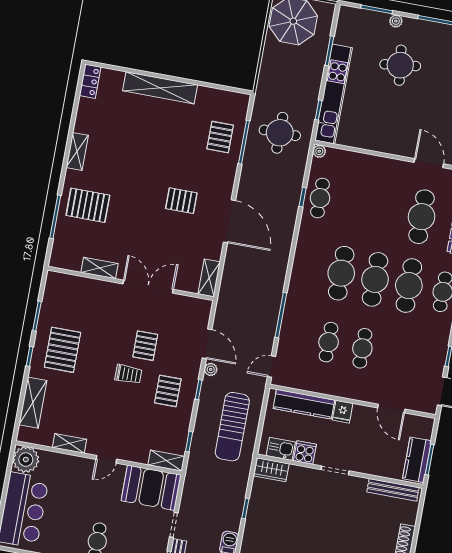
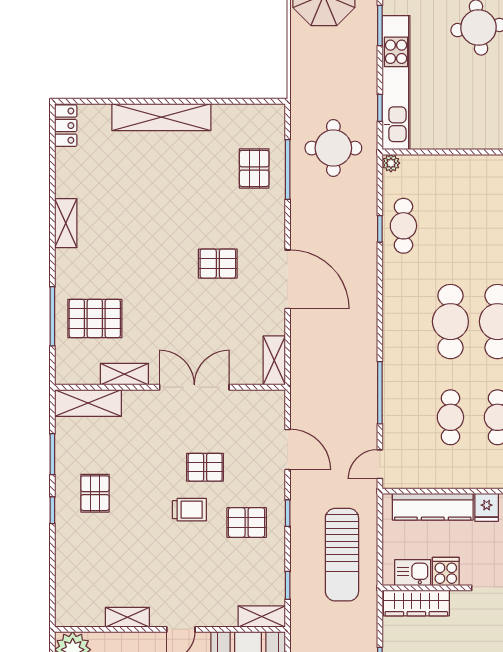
pallet: (88, 205) -> (95, 318), moved
pallet: (145, 346) -> (205, 467), turned 90
pallet: (63, 350) -> (95, 493), width x0.67, depth x0.71
plant: (211, 369) -> (299, 483), removed
pallet: (168, 391) -> (247, 522), turned 90
shelving: (33, 403) -> (88, 403), moved, turned 90
wardrobe: (271, 470) -> (416, 603), width x1.50

